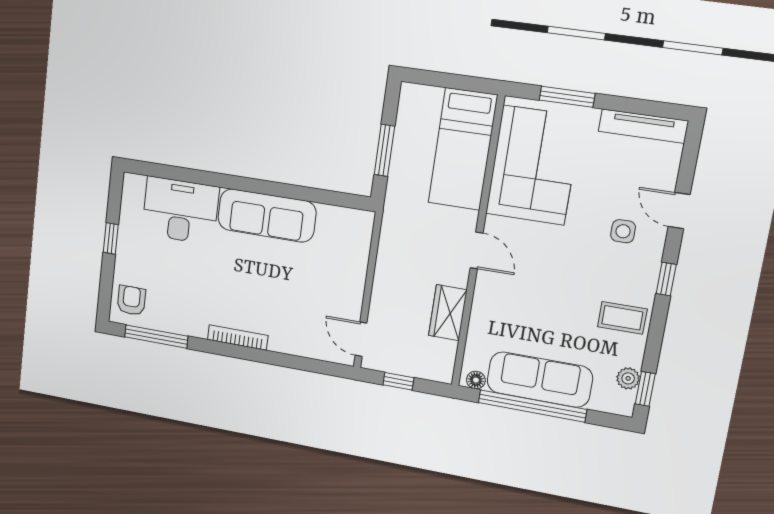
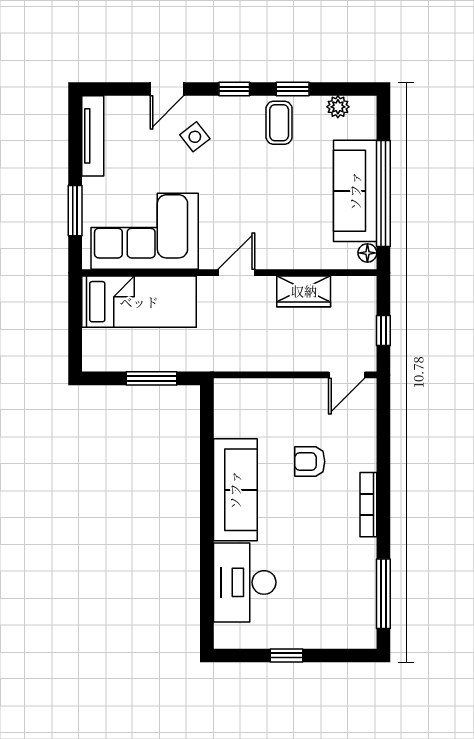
side table: (623, 231) -> (195, 137), turned -38
armchair: (131, 300) -> (310, 462), moved
window: (645, 389) -> (293, 89), moved

